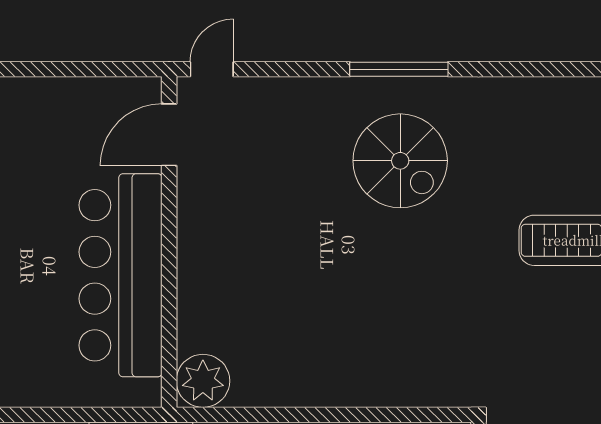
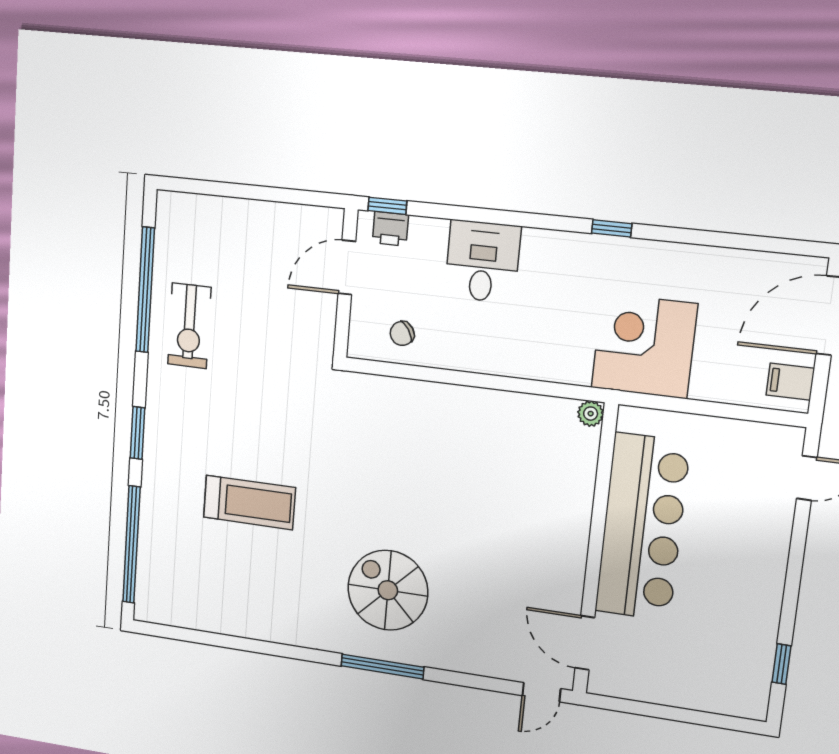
door: (169, 135) -> (585, 643), swing flipped
plant: (203, 381) -> (591, 414), width x0.53, depth x0.53

